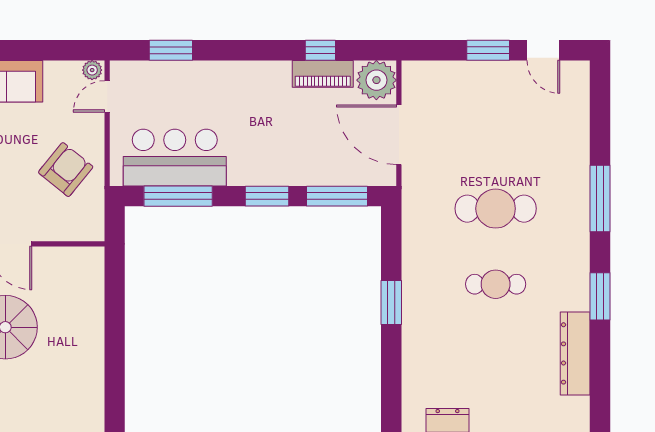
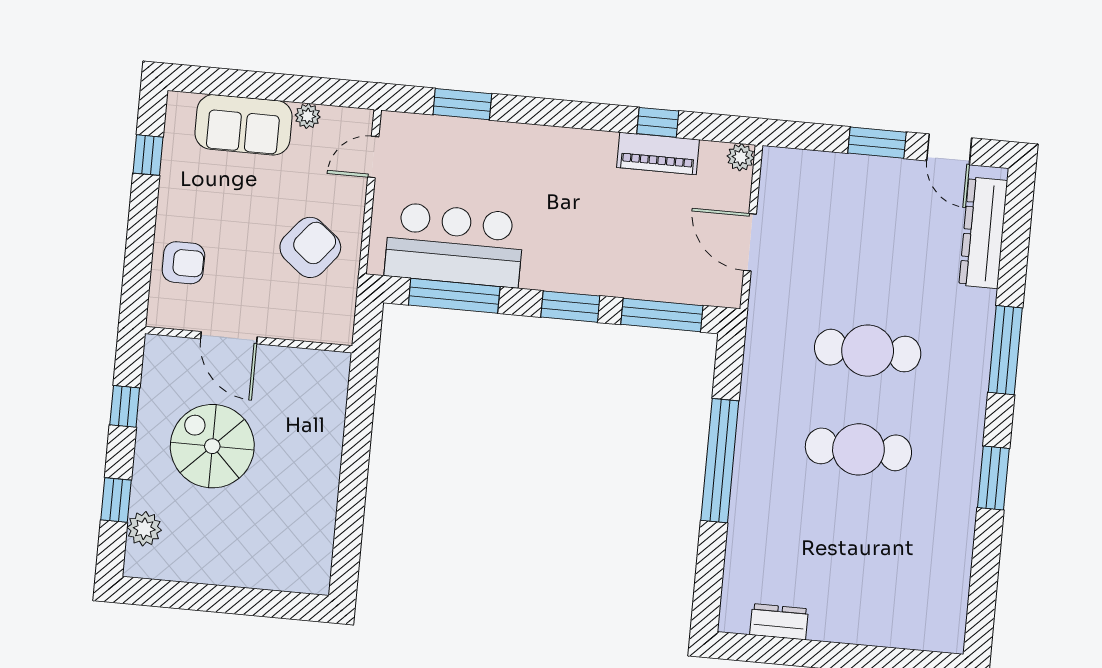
plant: (92, 70) -> (308, 116), moved
plant: (376, 80) -> (741, 157), width x0.53, depth x0.53
door: (399, 135) -> (750, 242), width x0.73
cafe table: (496, 284) -> (858, 449), width x1.37, depth x1.35
window: (391, 302) -> (720, 461), width x2.11
dresser: (575, 353) -> (983, 233), moved

